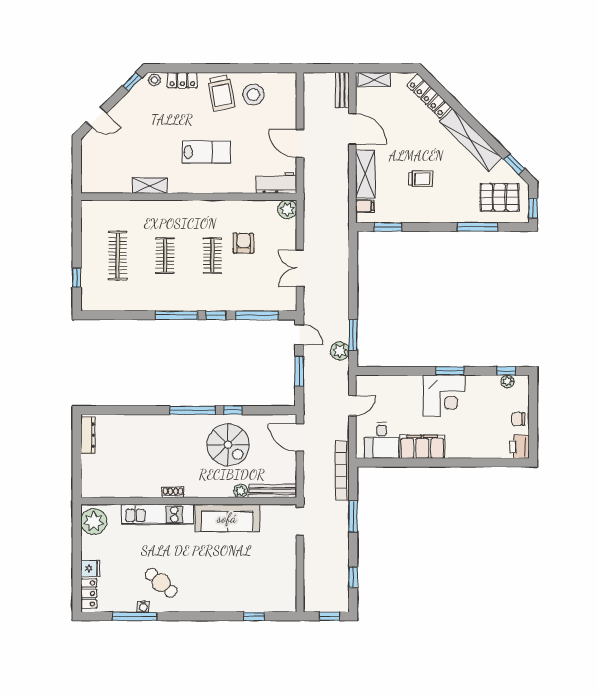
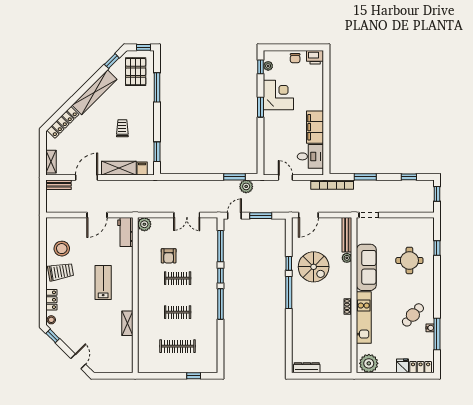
armchair: (243, 243) -> (169, 256), turned -90
corner desk: (444, 396) -> (278, 95), moved
spiral stairs: (228, 445) -> (314, 267), turned 90
round table: (237, 578) -> (409, 260), added

